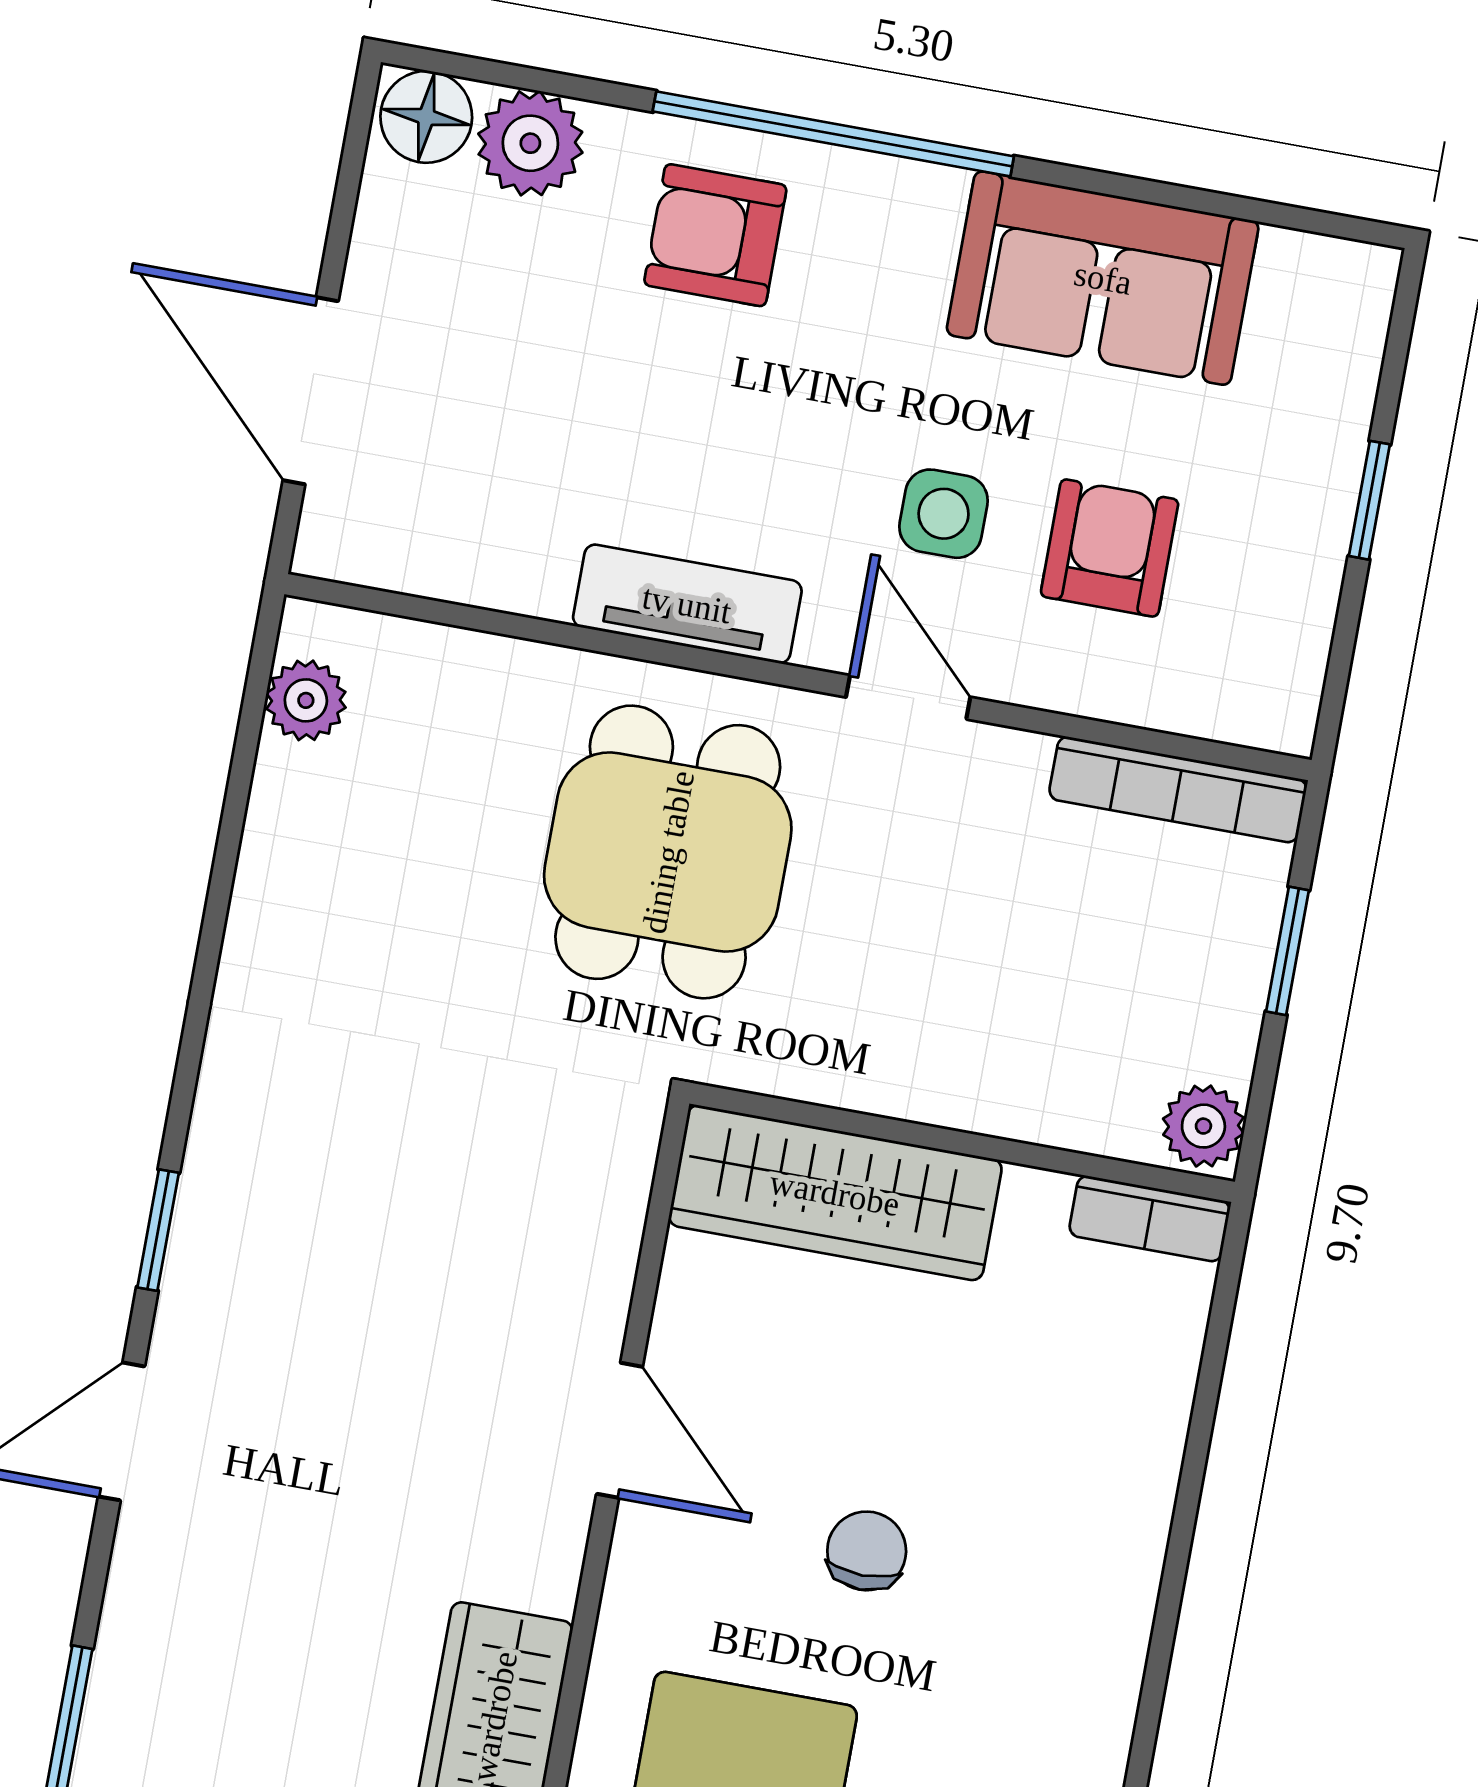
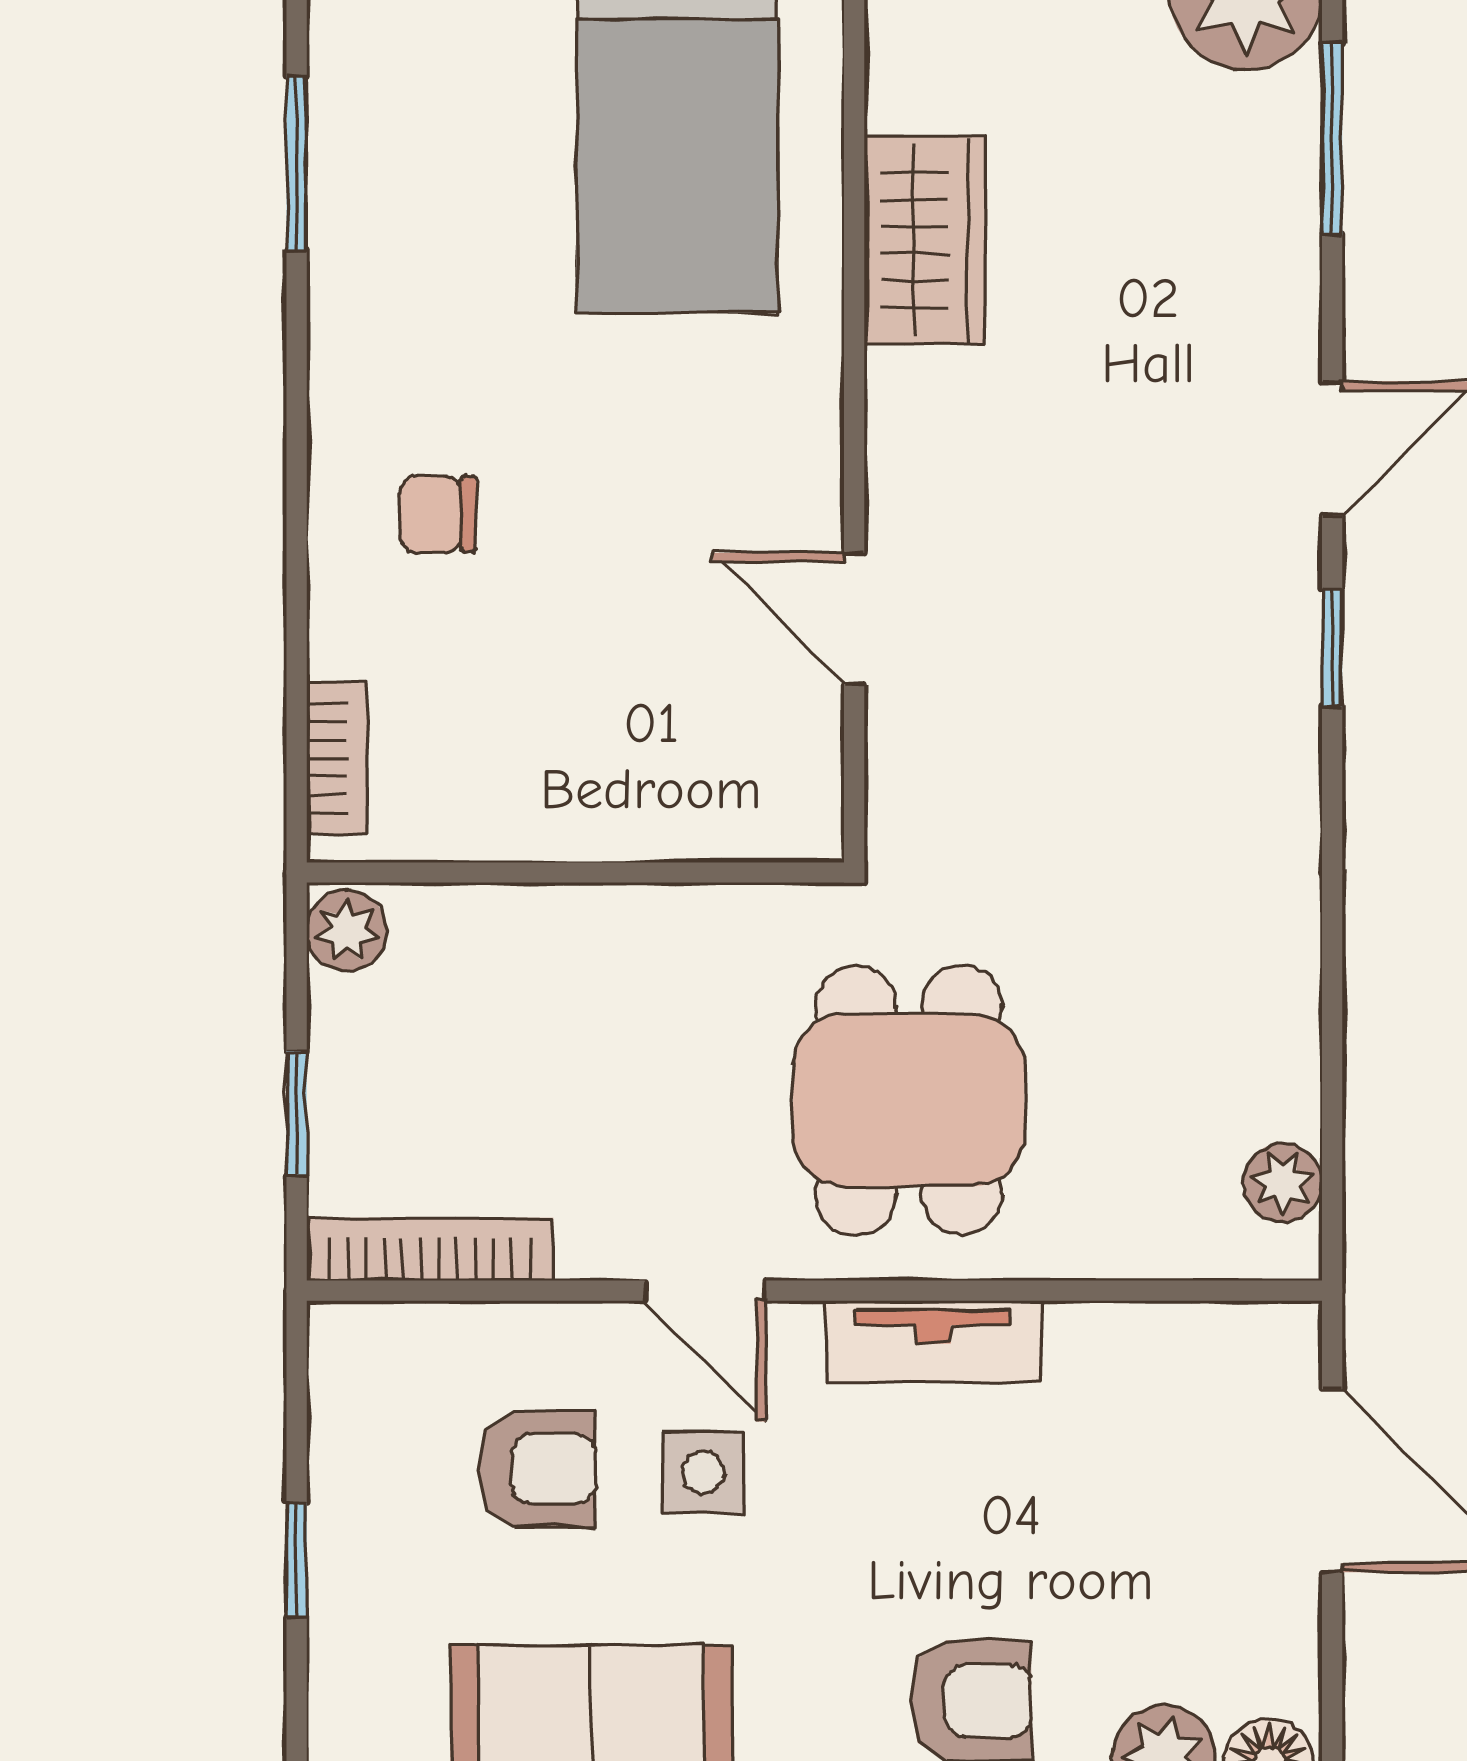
armchair: (1110, 548) -> (538, 1469), turned -90
wardrobe: (835, 1193) -> (689, 802), removed
bookcase: (1150, 1219) -> (337, 758), moved, turned 90
door: (620, 1430) -> (854, 619), moved
chair: (867, 1551) -> (438, 514), moved, turned 90

